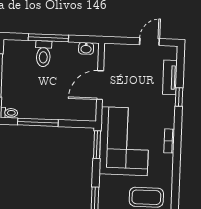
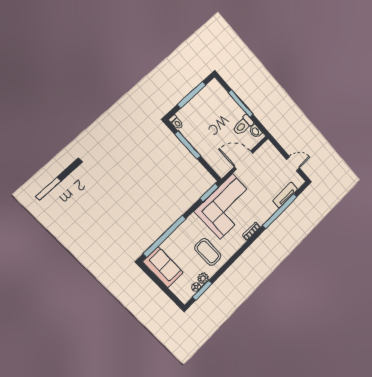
toilet: (43, 54) -> (243, 125), moved
window: (179, 97) -> (280, 211), width x3.17

